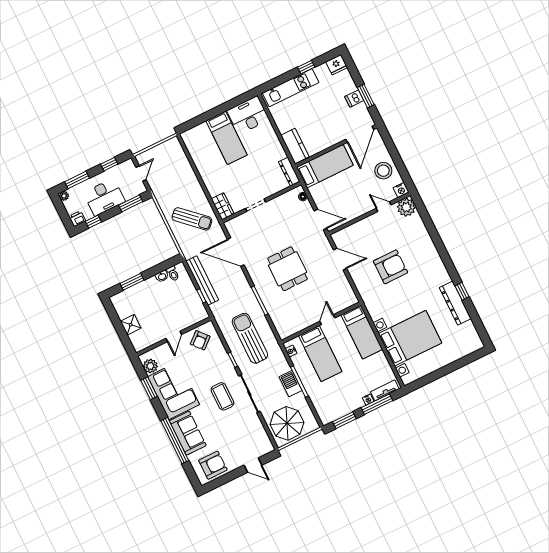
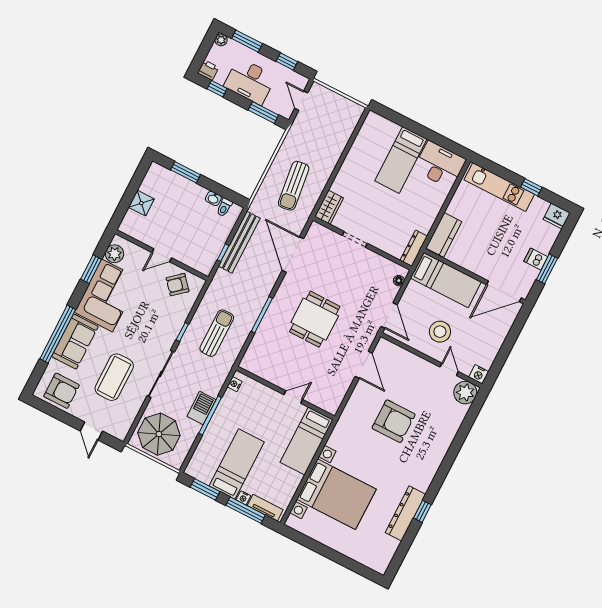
stool: (383, 171) -> (440, 332), moved
door: (141, 173) -> (301, 101), swing flipped
sun lounger: (192, 219) -> (294, 186), turned 40
sun lounger: (250, 338) -> (217, 333), width x0.73, depth x0.75
bed: (320, 354) -> (237, 464), moved, turned 180
coffee table: (222, 396) -> (114, 377), moved, width x1.36, depth x1.32

